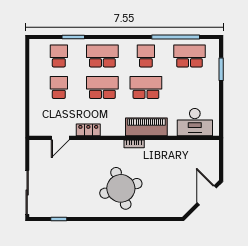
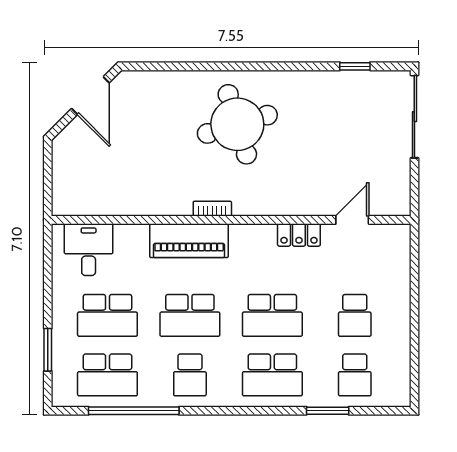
school desk: (190, 87) -> (107, 315), added
desk: (195, 122) -> (89, 250), width x0.73
door: (207, 195) -> (90, 96), moved

